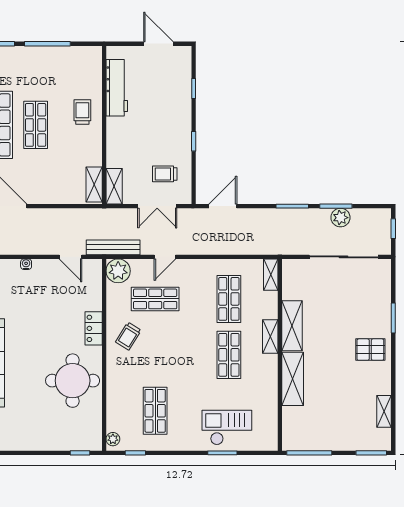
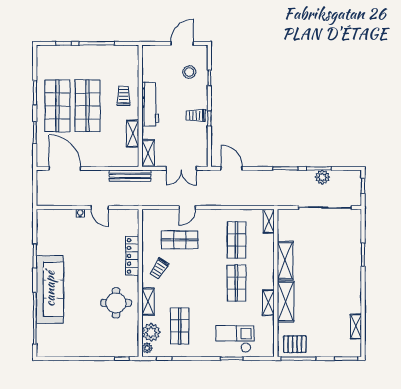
door: (158, 44) -> (182, 43), hinge flipped
stool: (168, 81) -> (189, 72), added
workbench: (117, 88) -> (150, 104), moved
shop shelf: (36, 125) -> (88, 106), width x1.43, depth x1.36
trolley: (165, 174) -> (196, 115), moved
shelving: (94, 185) -> (133, 134), moved
door: (223, 206) -> (232, 168), hinge flipped
bench: (113, 247) -> (130, 176), moved
door: (70, 257) -> (100, 207), moved
plant: (118, 271) -> (151, 332), moved
locker: (94, 328) -> (132, 256), width x1.53
shelving: (270, 336) -> (268, 303), moved
pallet: (370, 350) -> (295, 344), moved
shelving: (114, 379) -> (148, 302), added
round table: (73, 381) -> (116, 303), width x0.73, depth x0.73

